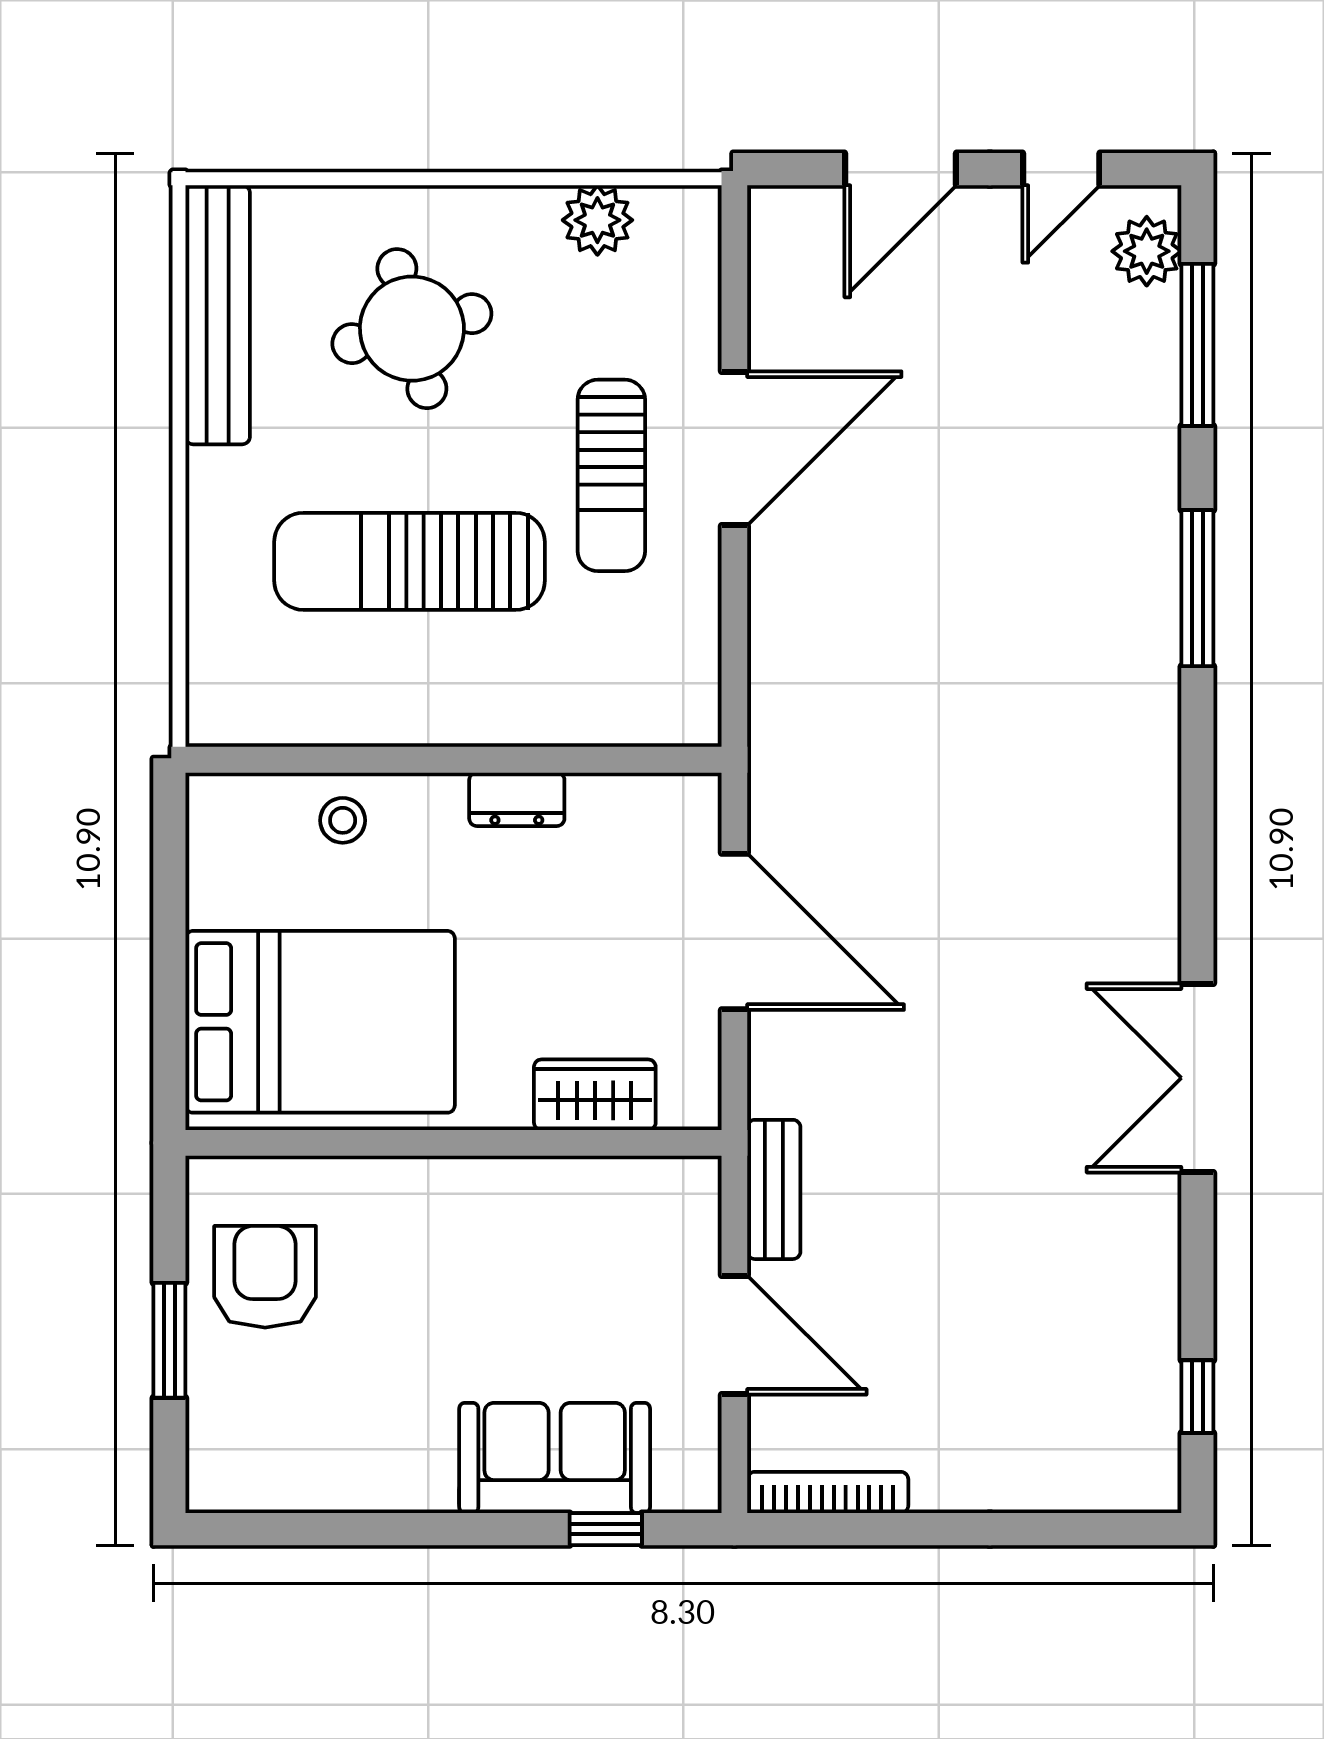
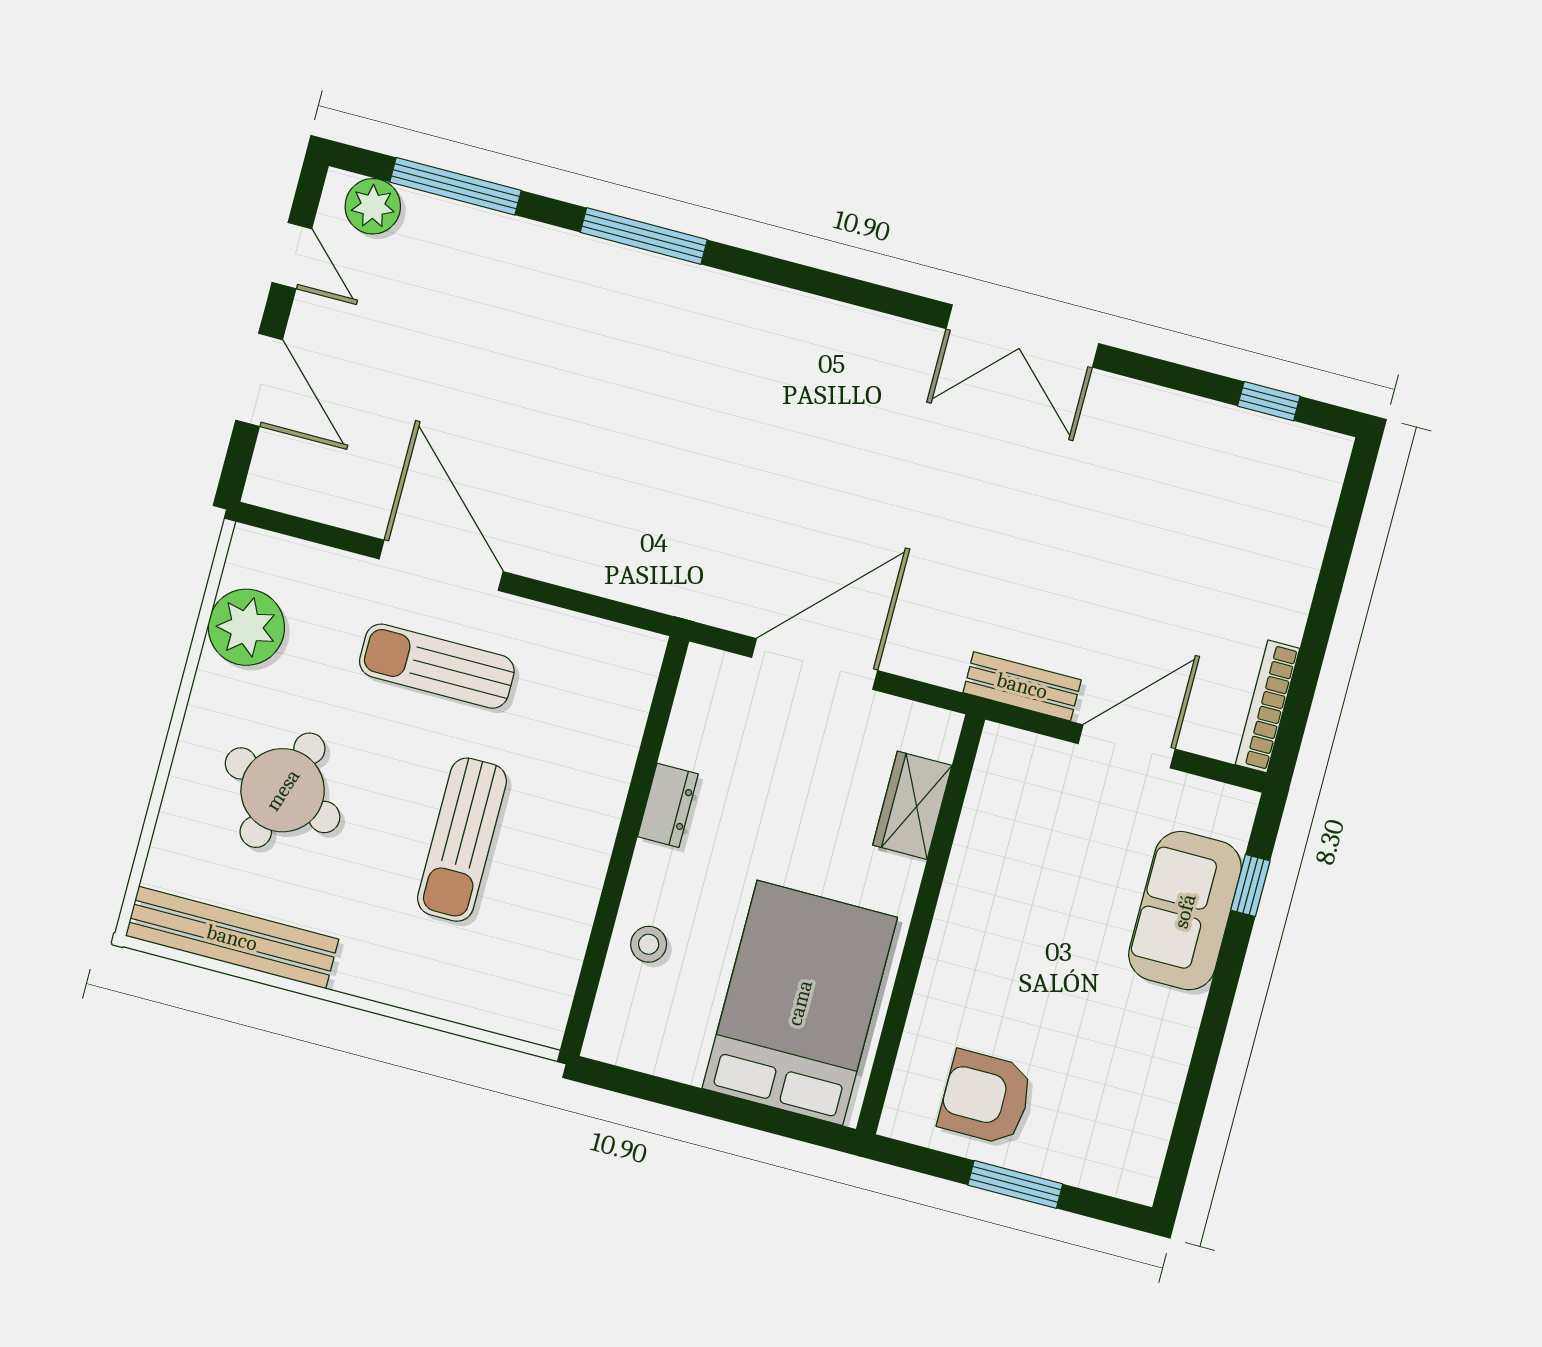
plant: (597, 220) -> (246, 627), width x1.36, depth x1.36
round table: (412, 329) -> (283, 790), turned 32
sun lounger: (611, 475) -> (437, 666), turned 180
sun lounger: (410, 561) -> (462, 840), width x0.73, depth x0.75

